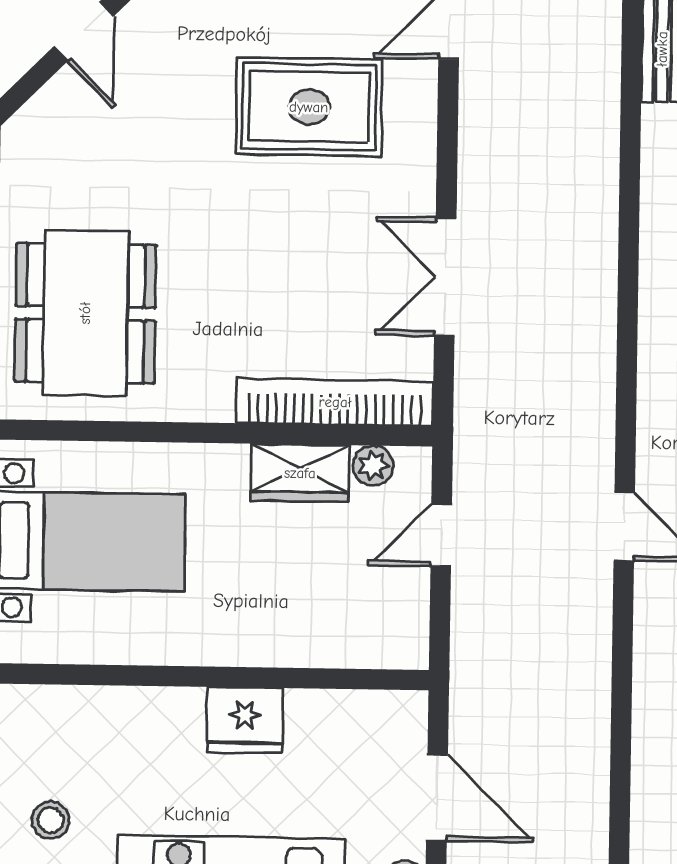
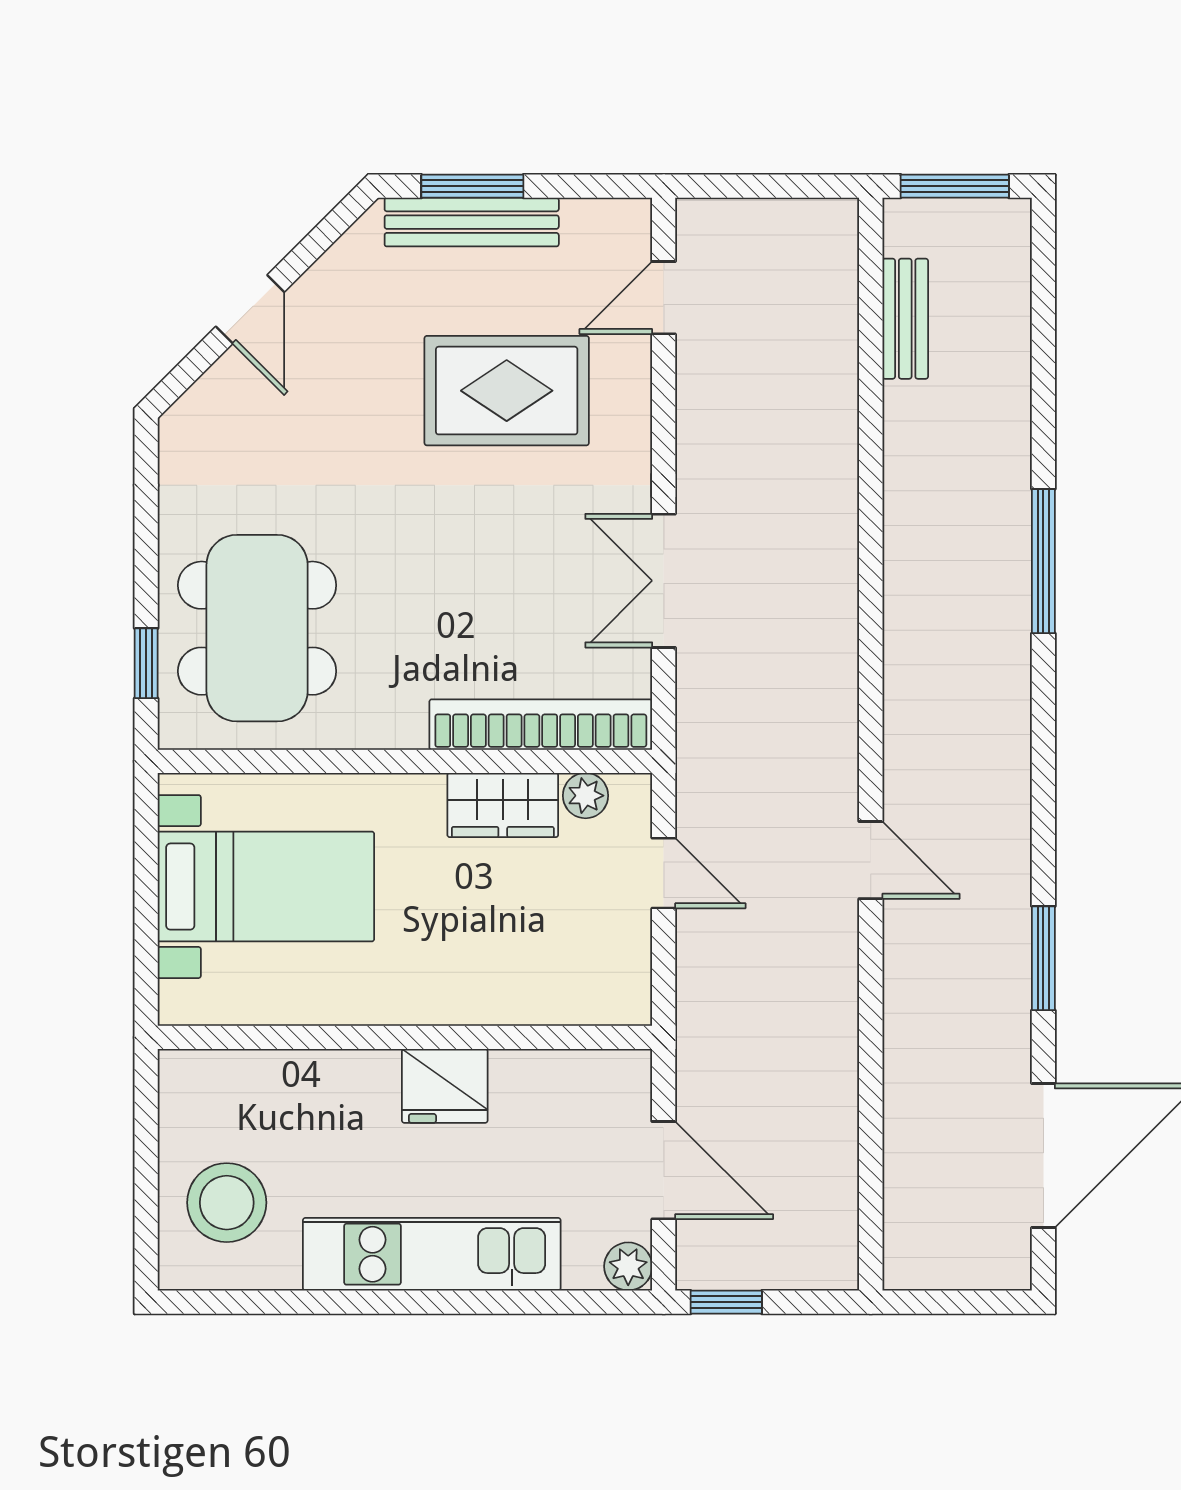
door: (441, 535) -> (664, 873), swing flipped
stool: (51, 820) -> (227, 1203), width x1.89, depth x1.89

